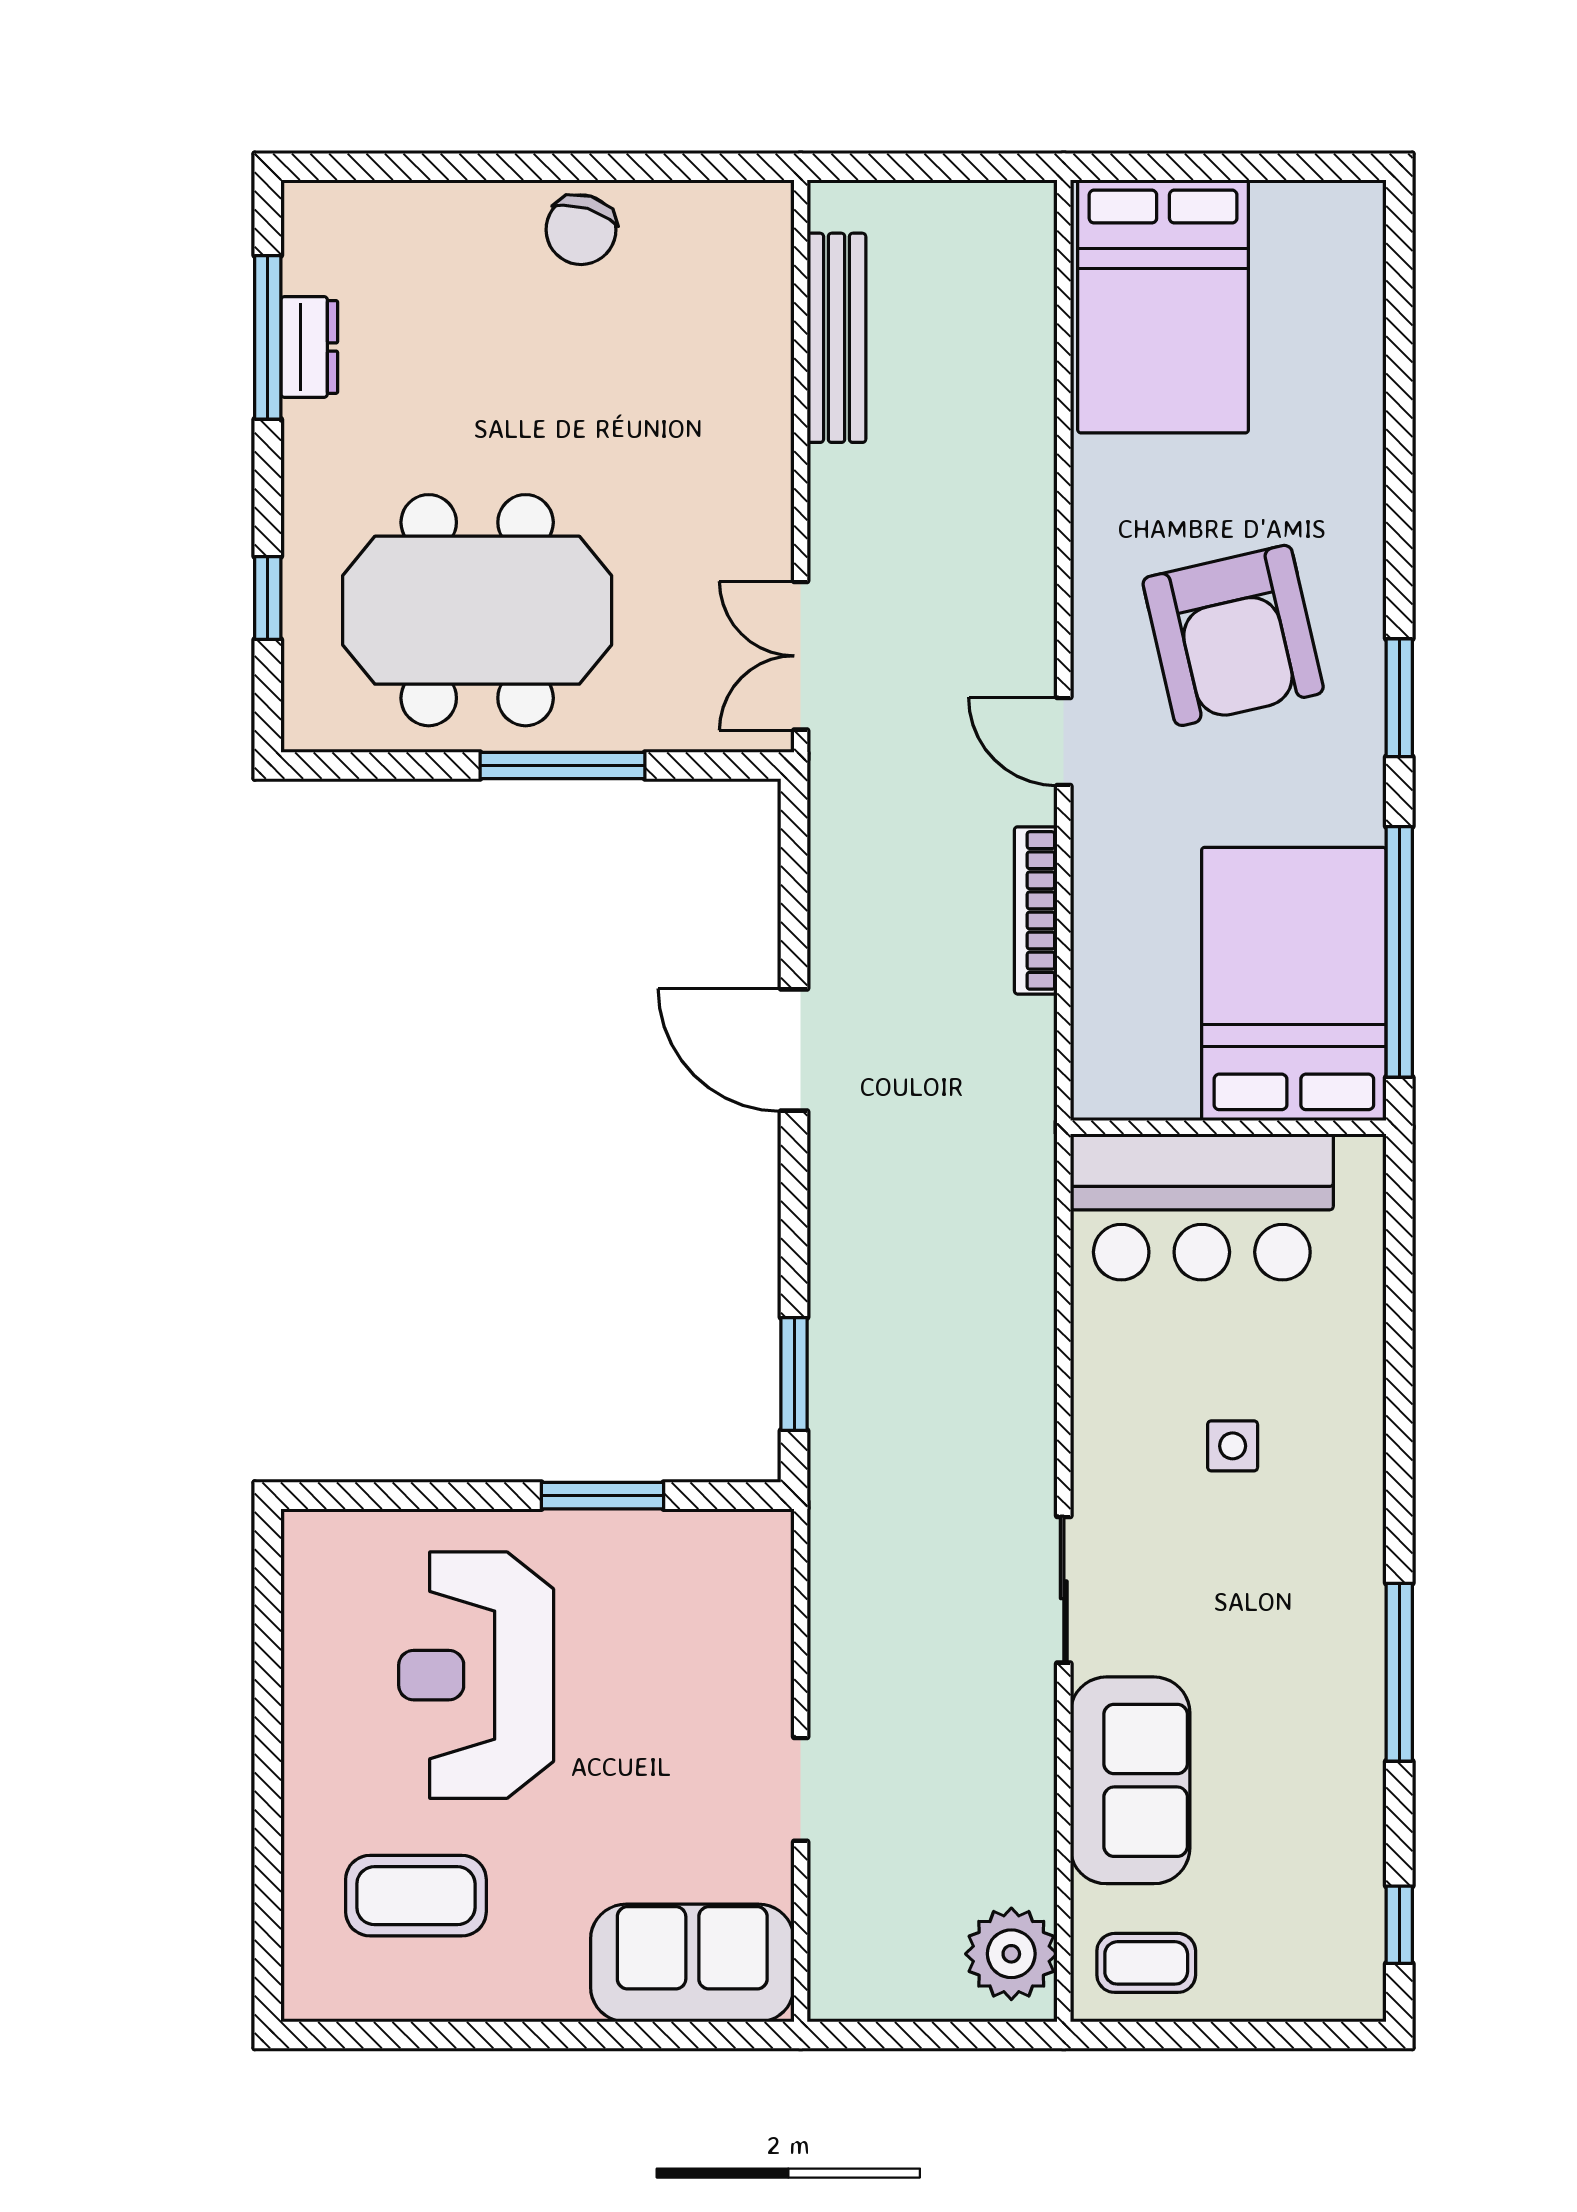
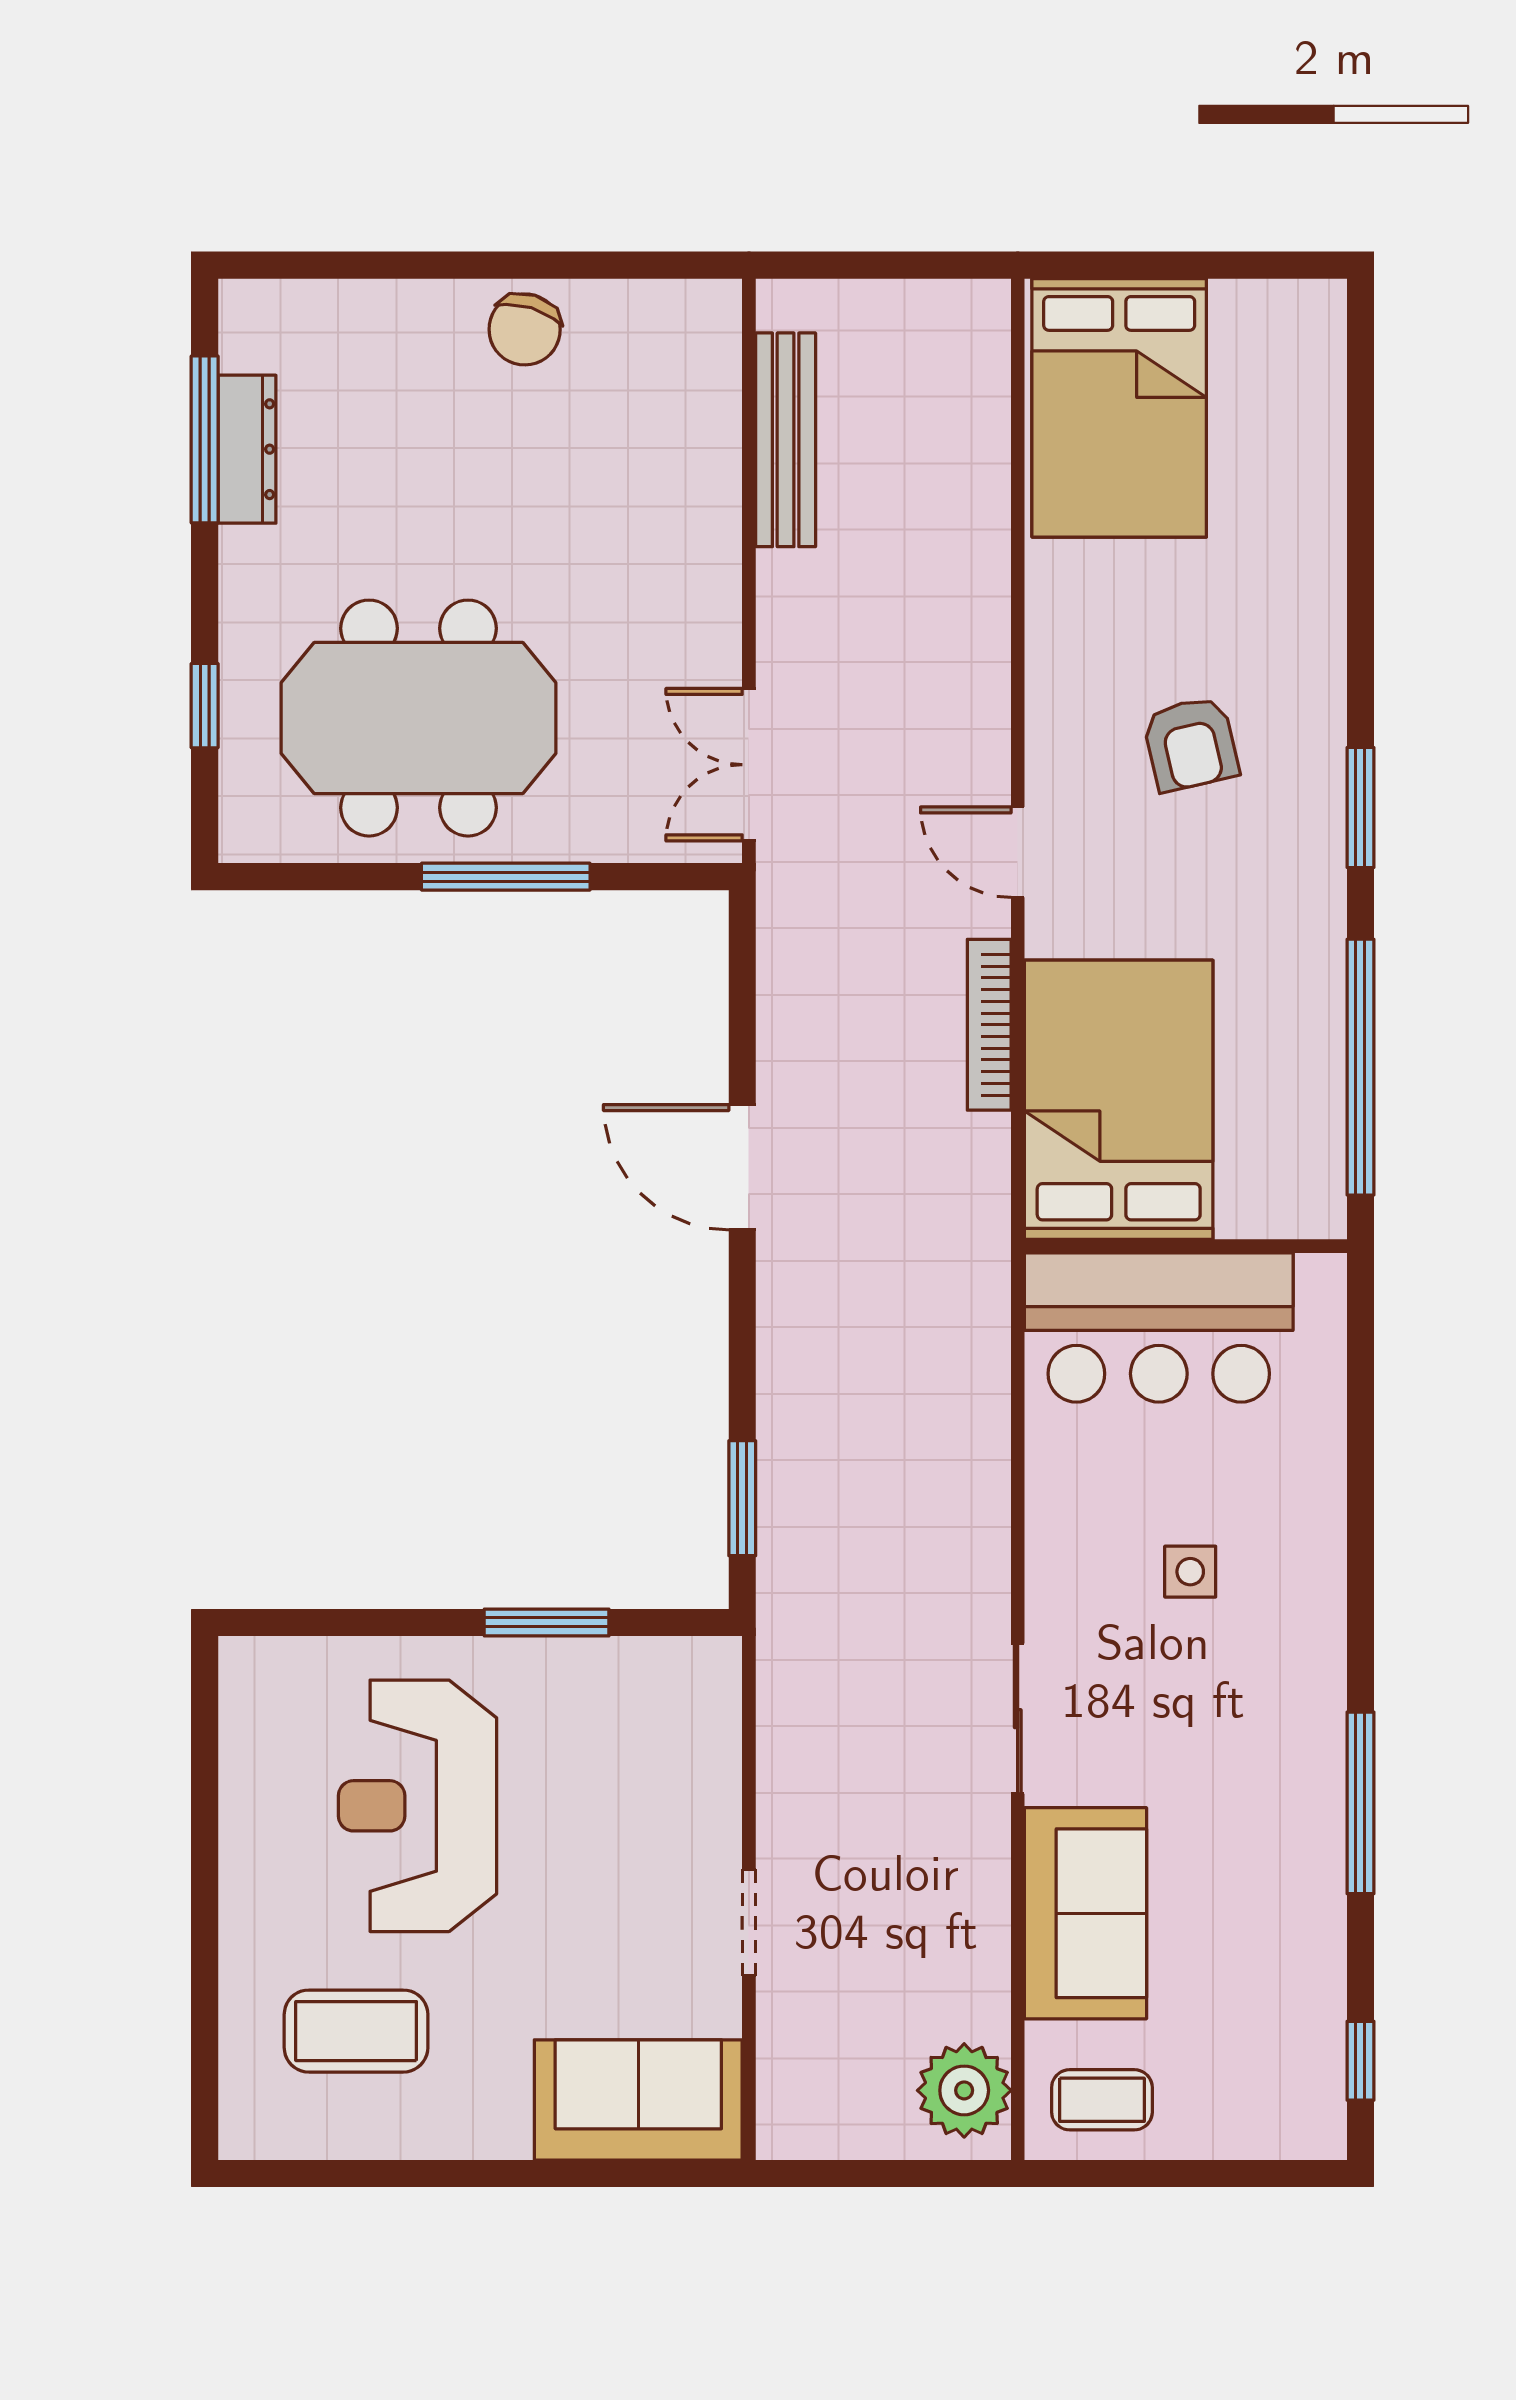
dresser: (309, 347) -> (247, 449), width x1.44
armchair: (1233, 635) -> (1191, 744), width x0.53, depth x0.53
bed: (1294, 984) -> (1119, 1100), moved

